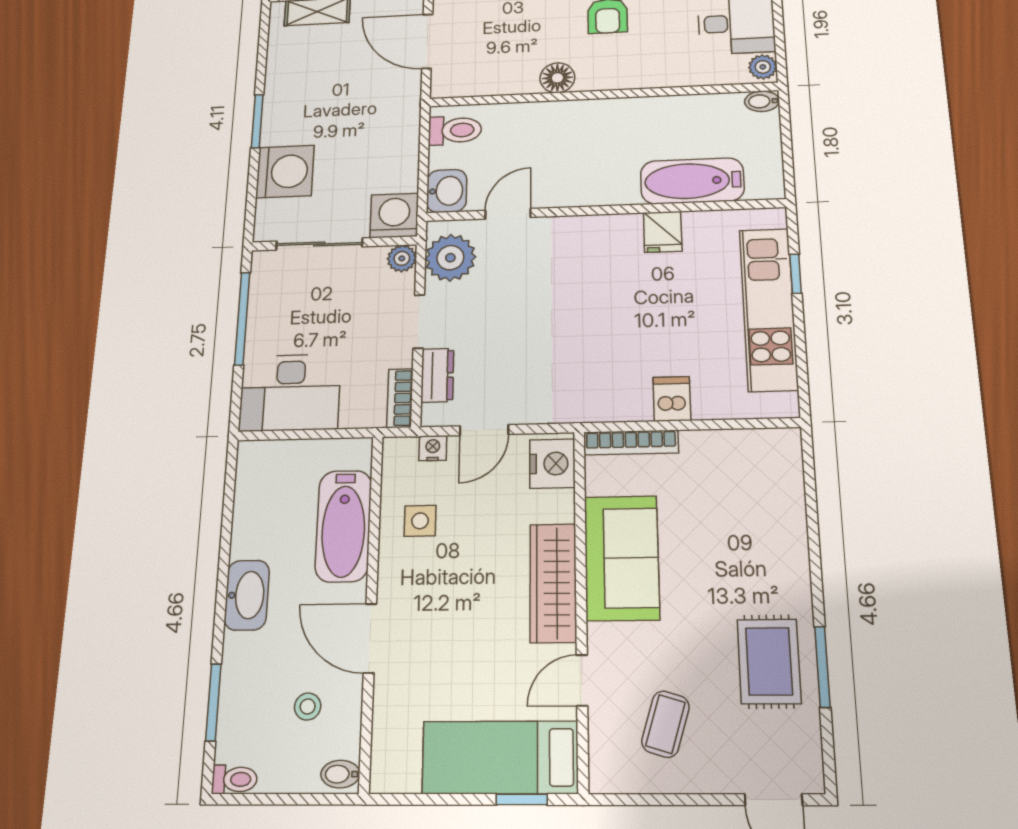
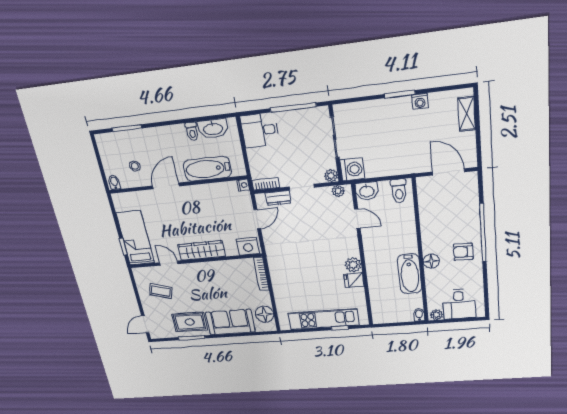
door: (427, 41) -> (449, 172), hinge flipped
floor lamp: (557, 78) -> (431, 261), moved
washing machine: (285, 171) -> (420, 101), moved, width x0.53, depth x0.53
bathtub: (692, 181) -> (410, 274), moved, turned 180
plant: (622, 231) -> (353, 265), added
plant: (450, 258) -> (338, 191), width x0.53, depth x0.53
desk: (290, 393) -> (260, 130), width x0.73
dishwasher: (672, 399) -> (281, 287), removed
door: (484, 430) -> (257, 219), swing flipped
nightstand: (433, 448) -> (243, 185), moved
floor lamp: (750, 451) -> (265, 314), added
side table: (420, 521) -> (215, 199), removed
sofa: (622, 558) -> (230, 322), moved, turned 180
washbasin: (247, 595) -> (213, 129), moved
toilet: (234, 779) -> (192, 131), moved

